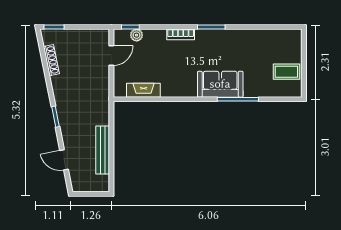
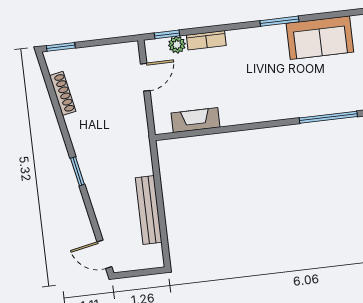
bookcase: (181, 34) -> (206, 40), moved
sofa: (220, 84) -> (320, 38), moved, turned 180
door: (64, 160) -> (104, 254), moved

